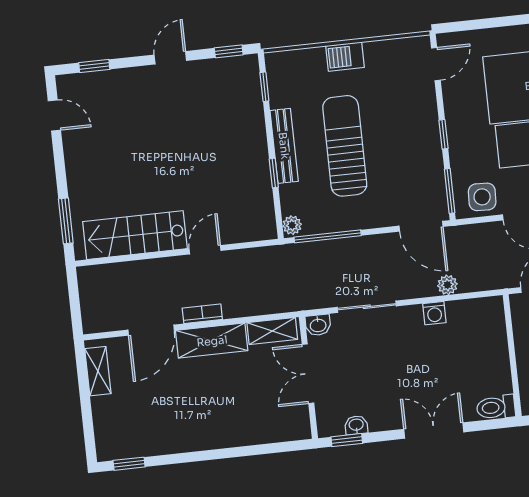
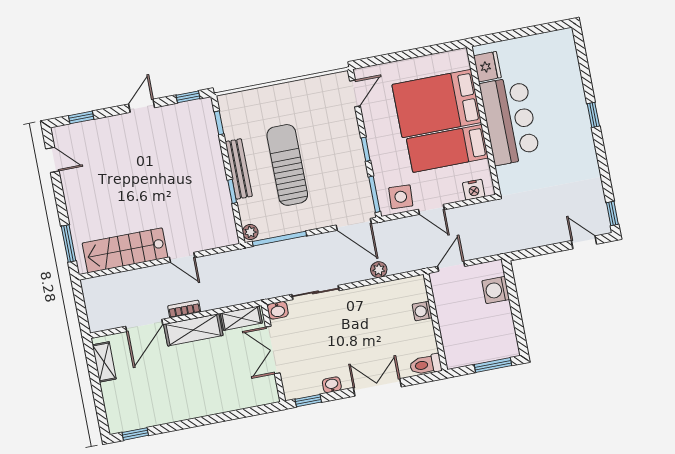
barbecue: (345, 57) -> (282, 93), removed
door: (205, 250) -> (182, 257), swing flipped
washing machine: (434, 313) -> (422, 311), moved, turned 90
washbasin: (356, 425) -> (332, 385), moved

